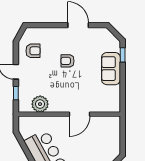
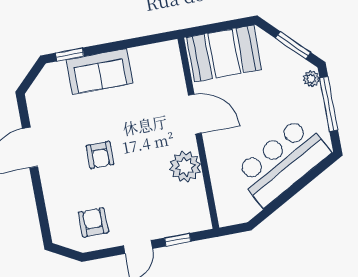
plant: (40, 104) -> (185, 167), moved
booth: (108, 135) -> (224, 53), added

